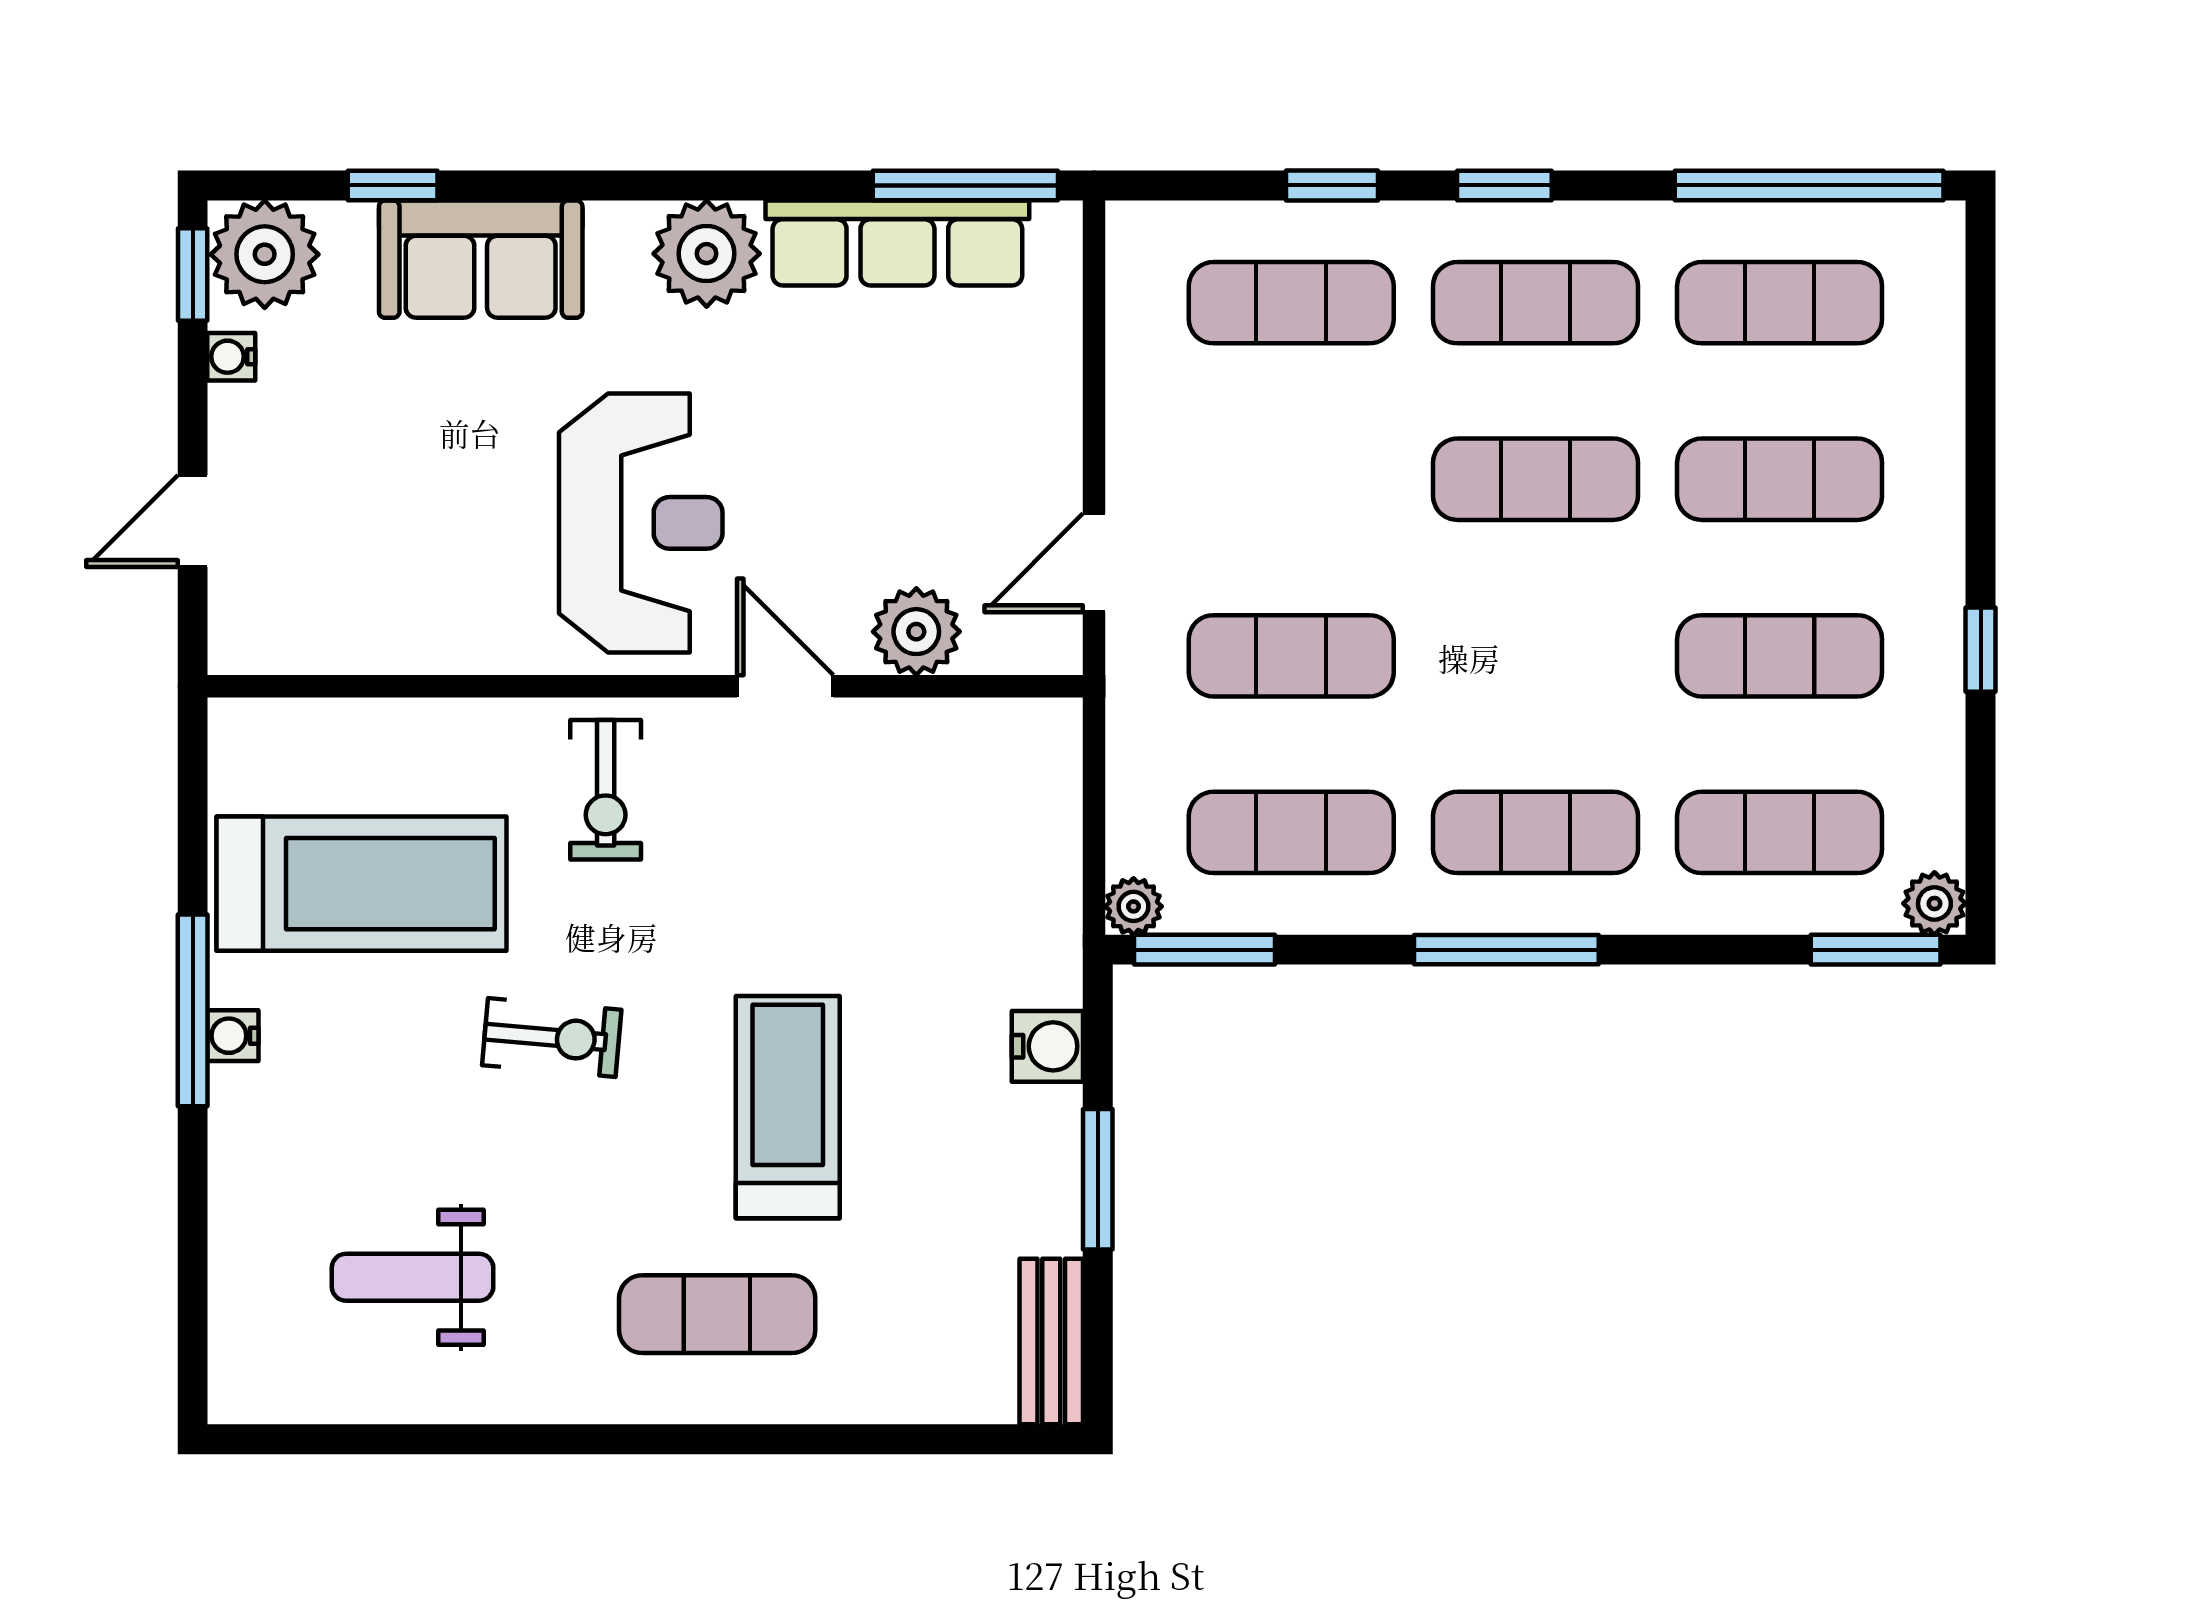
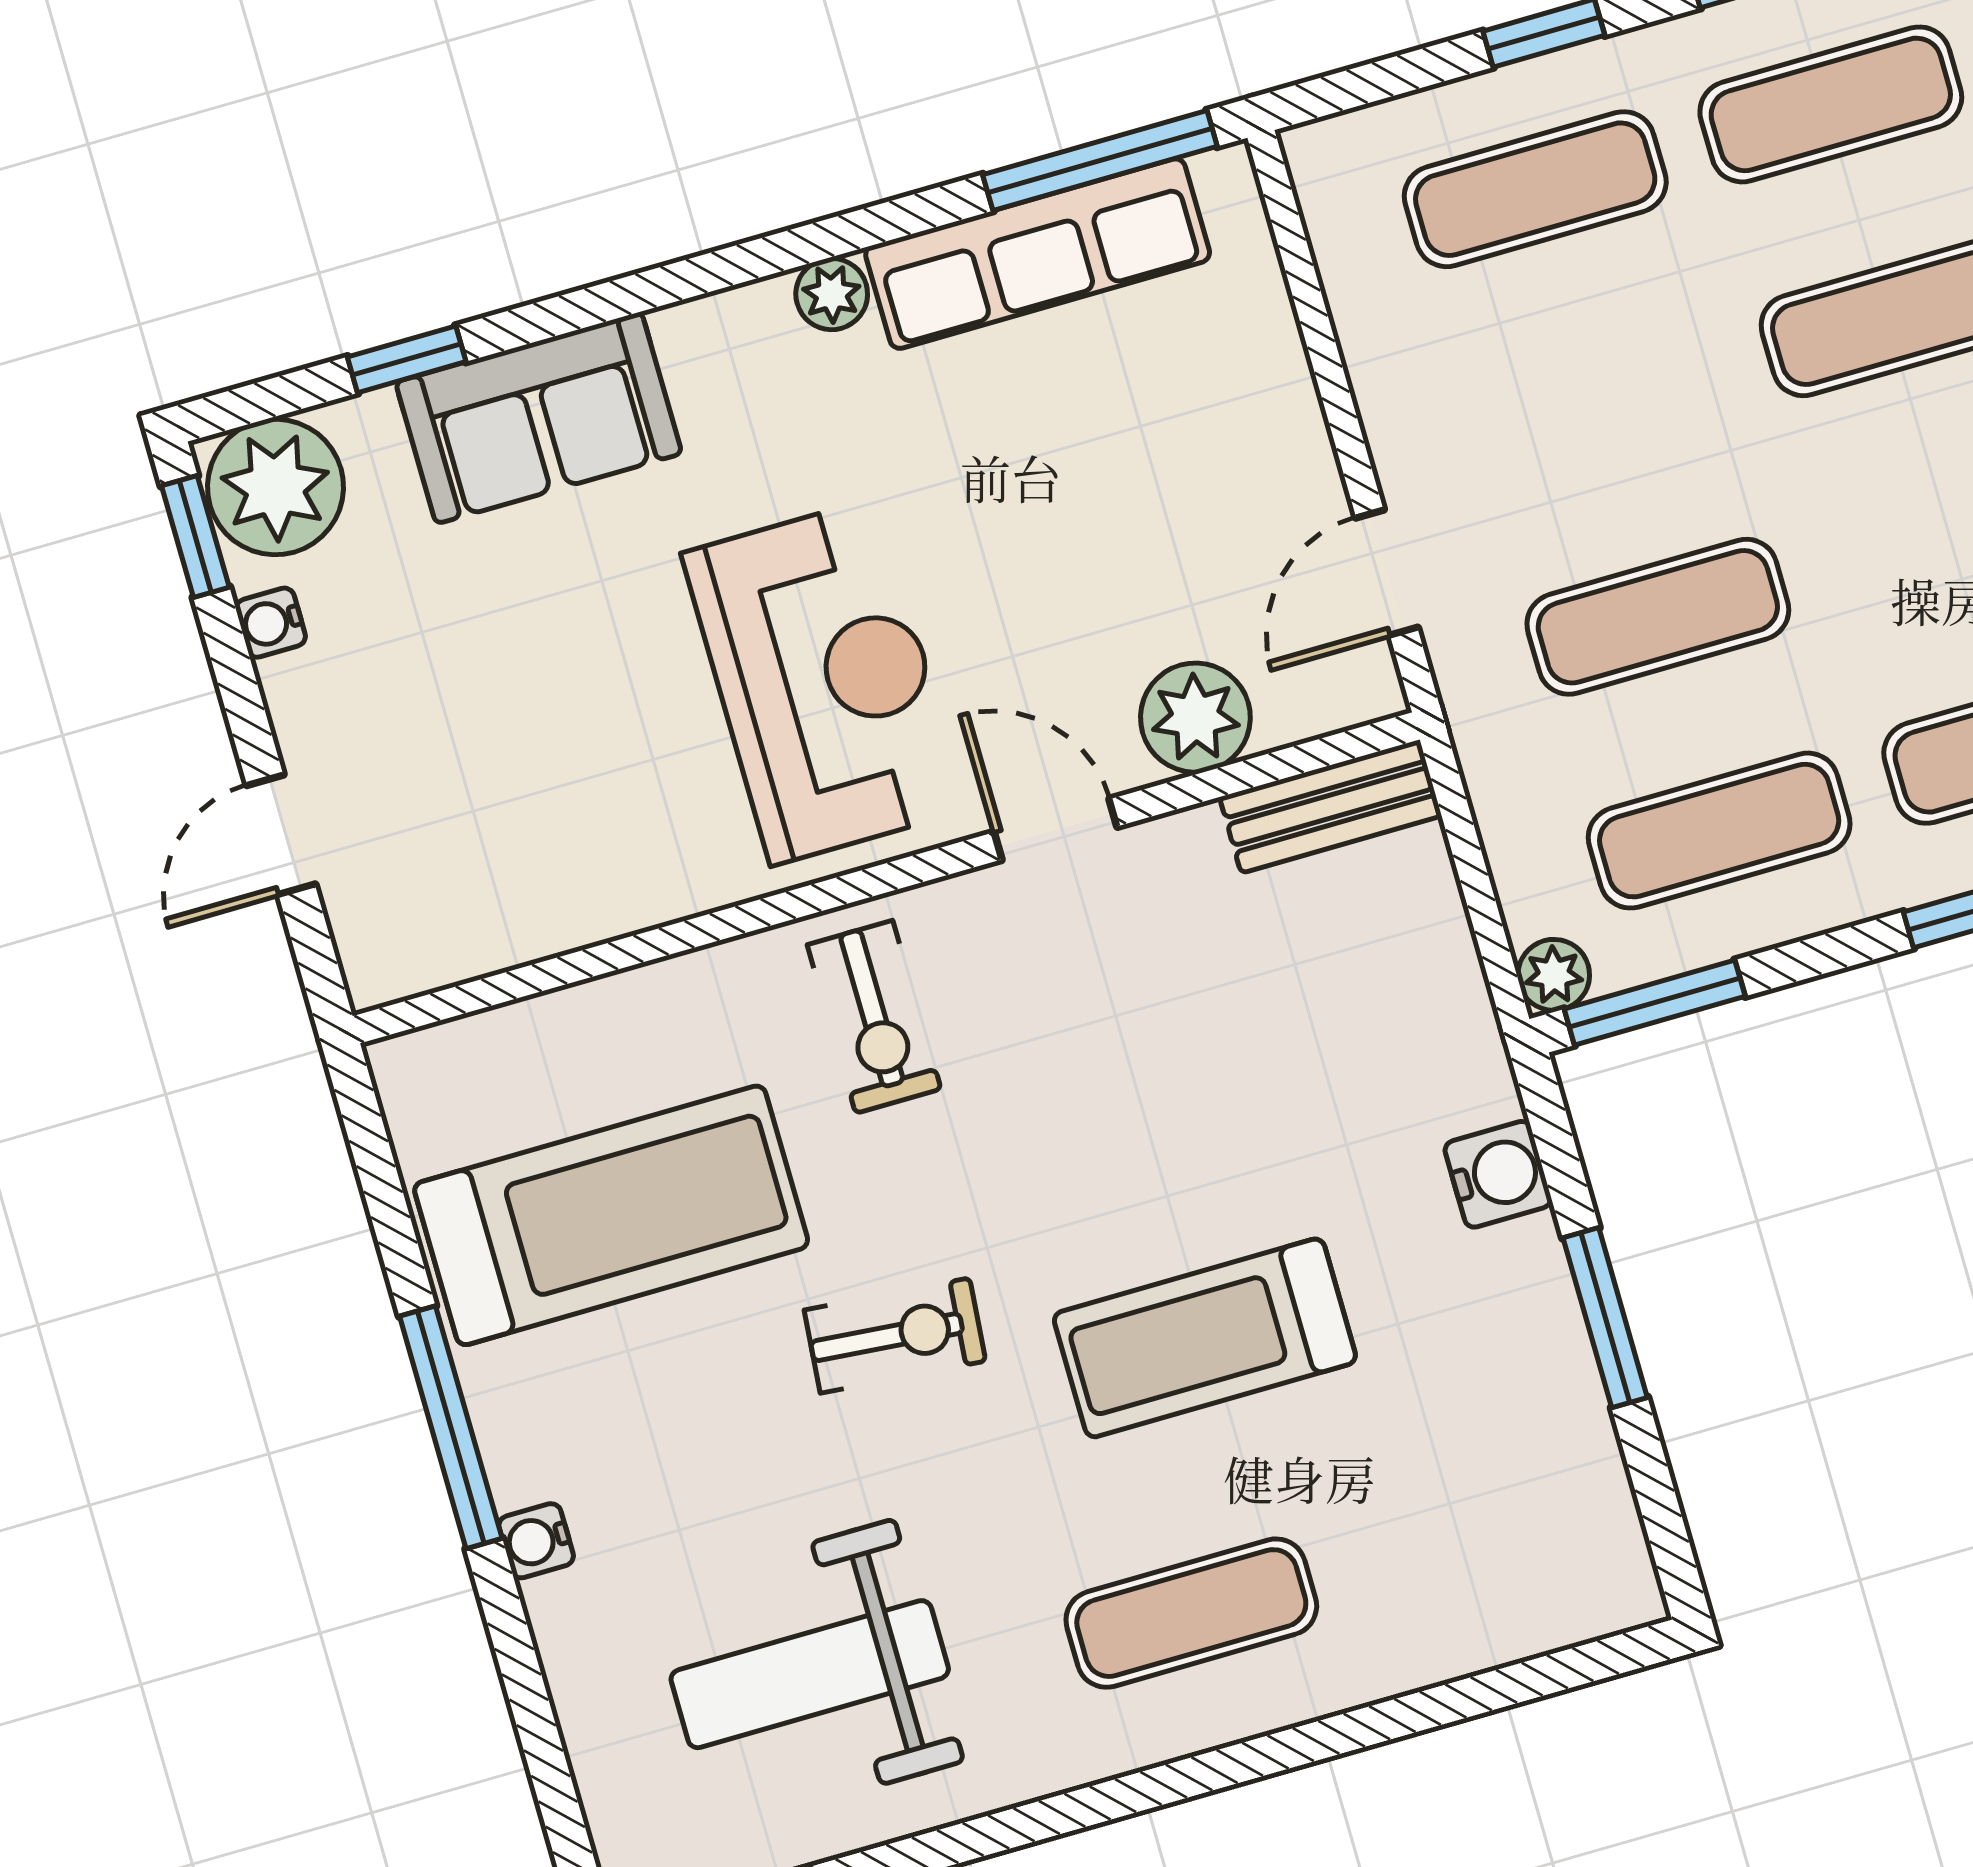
plant: (707, 254) -> (832, 294), width x0.53, depth x0.53
water cooler: (233, 1036) -> (536, 1541), moved
treadmill: (788, 1107) -> (1205, 1338), turned -90
weight bench: (413, 1277) -> (810, 1674), width x1.36, depth x1.33
bench: (1051, 1342) -> (1331, 806), moved, turned 90

